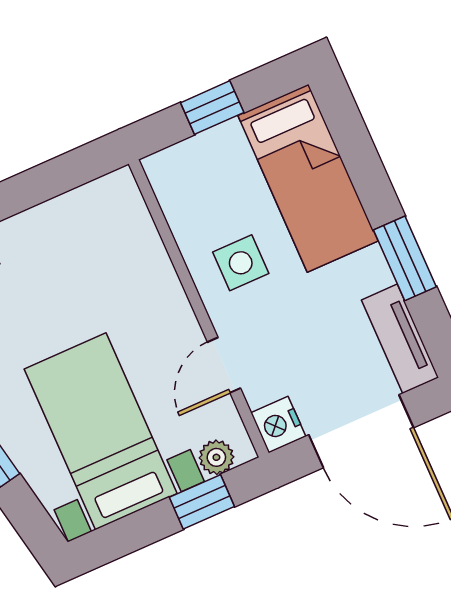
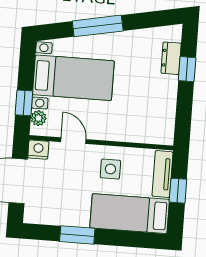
tv unit: (400, 339) -> (162, 174), moved, turned -90

